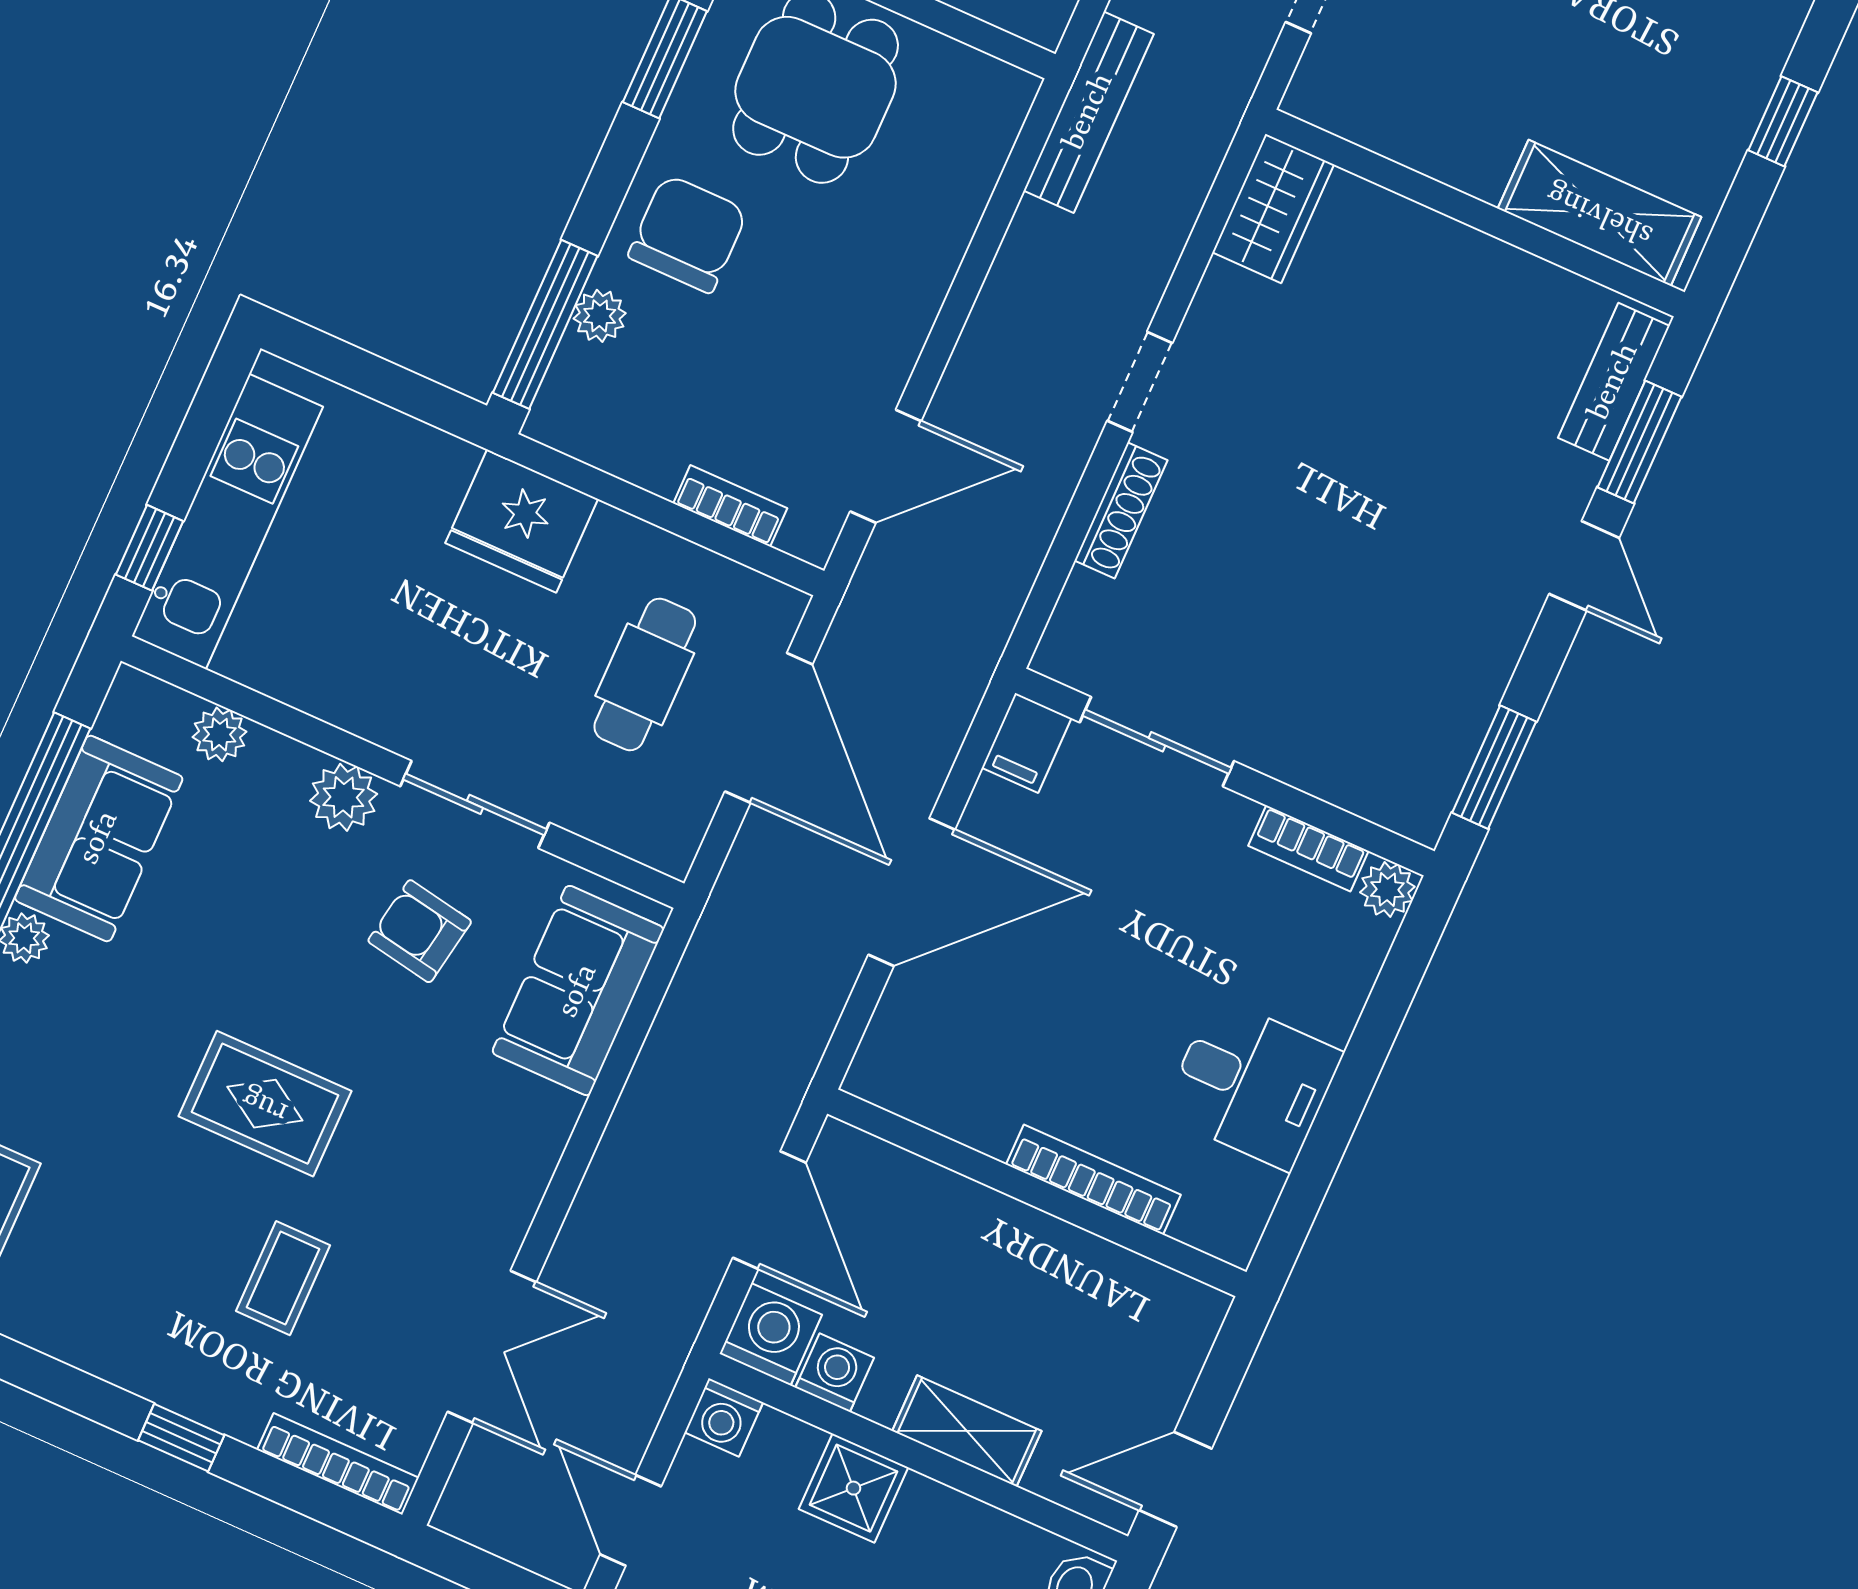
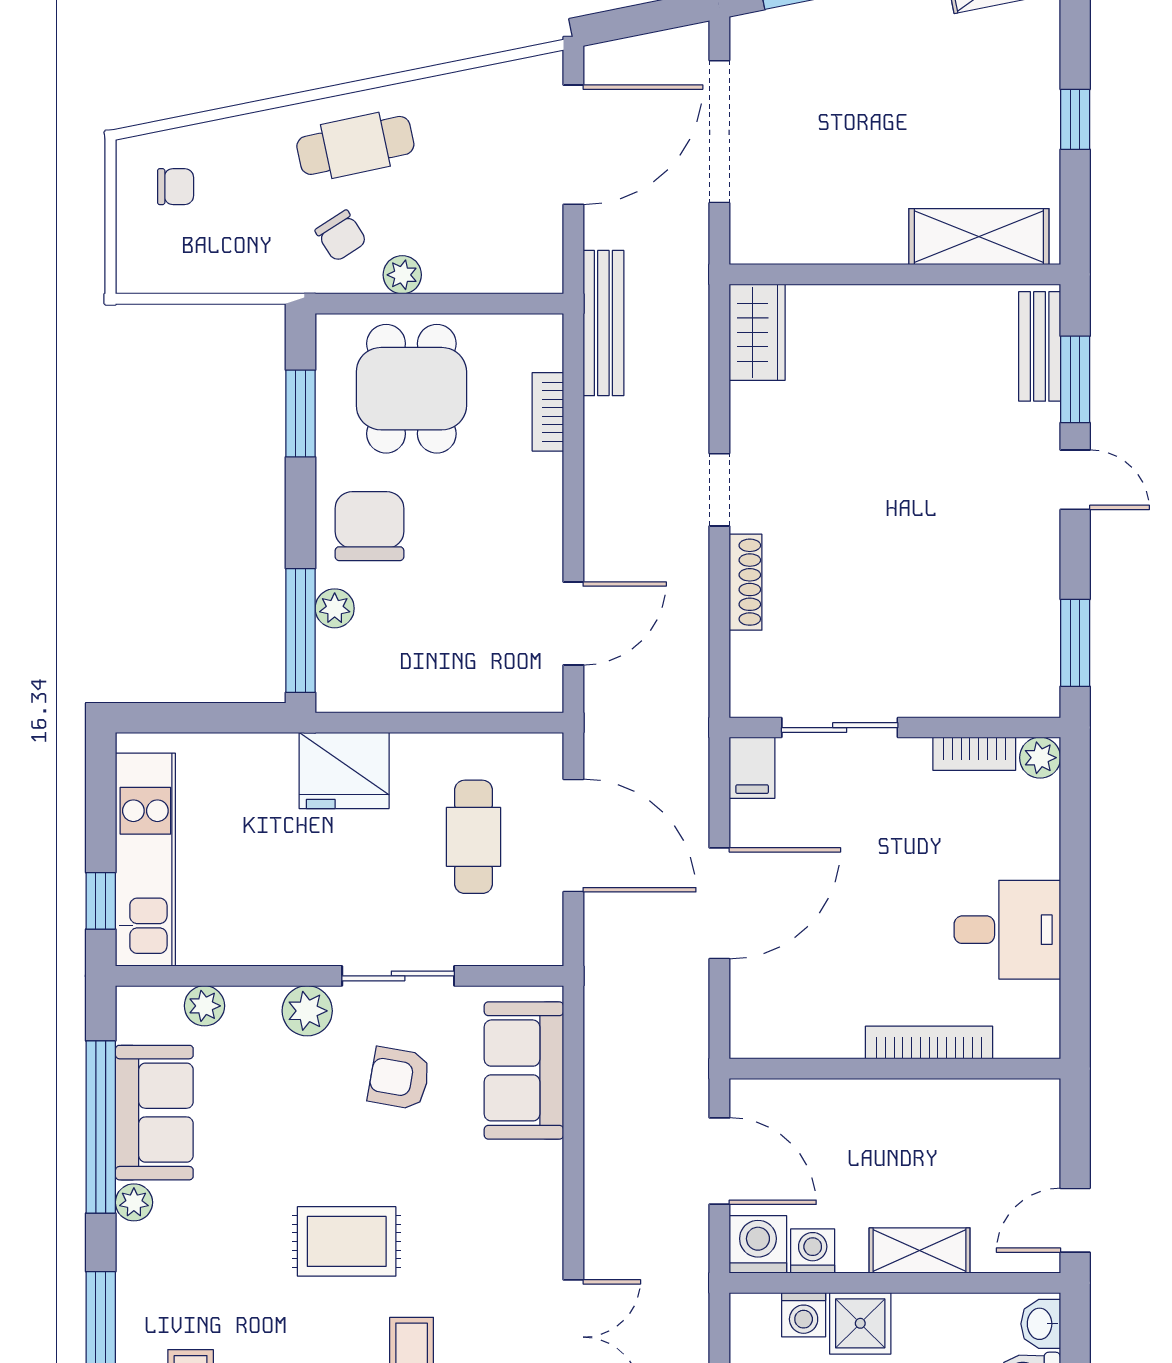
bookcase: (730, 506) -> (548, 412), moved, turned -90
washing machine: (724, 1417) -> (804, 1315), moved

